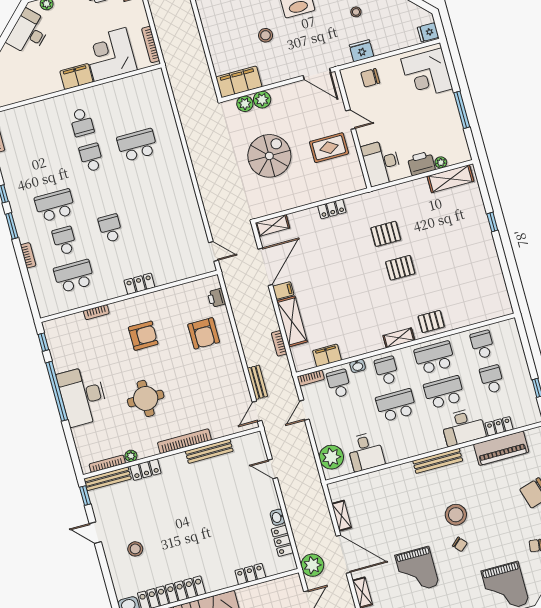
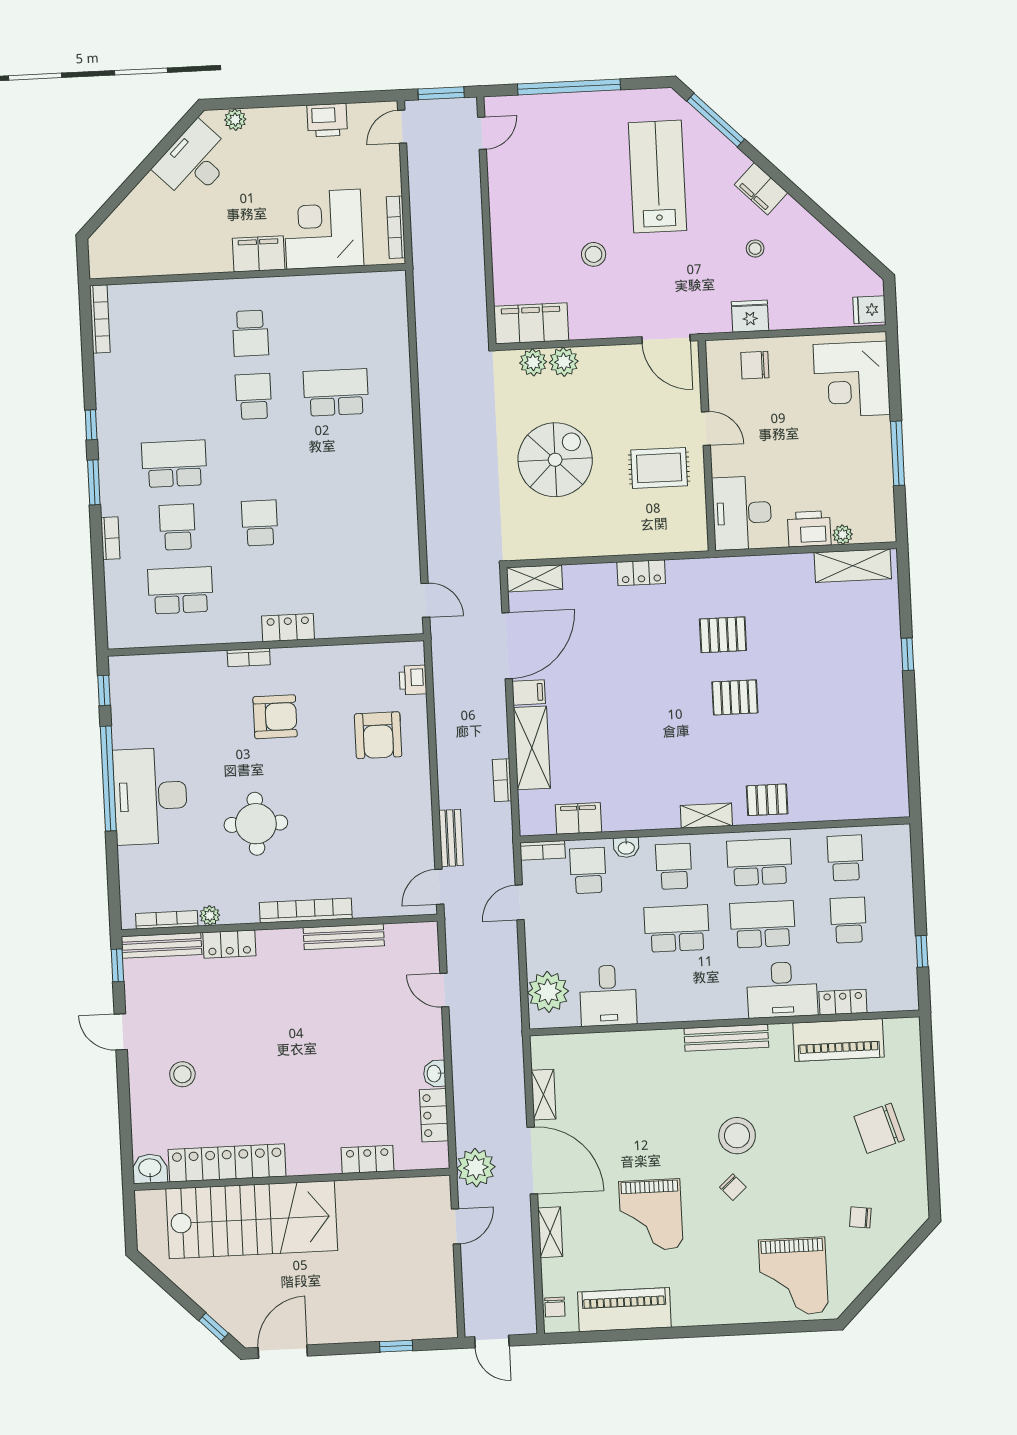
bookcase: (96, 312) -> (249, 657), moved

